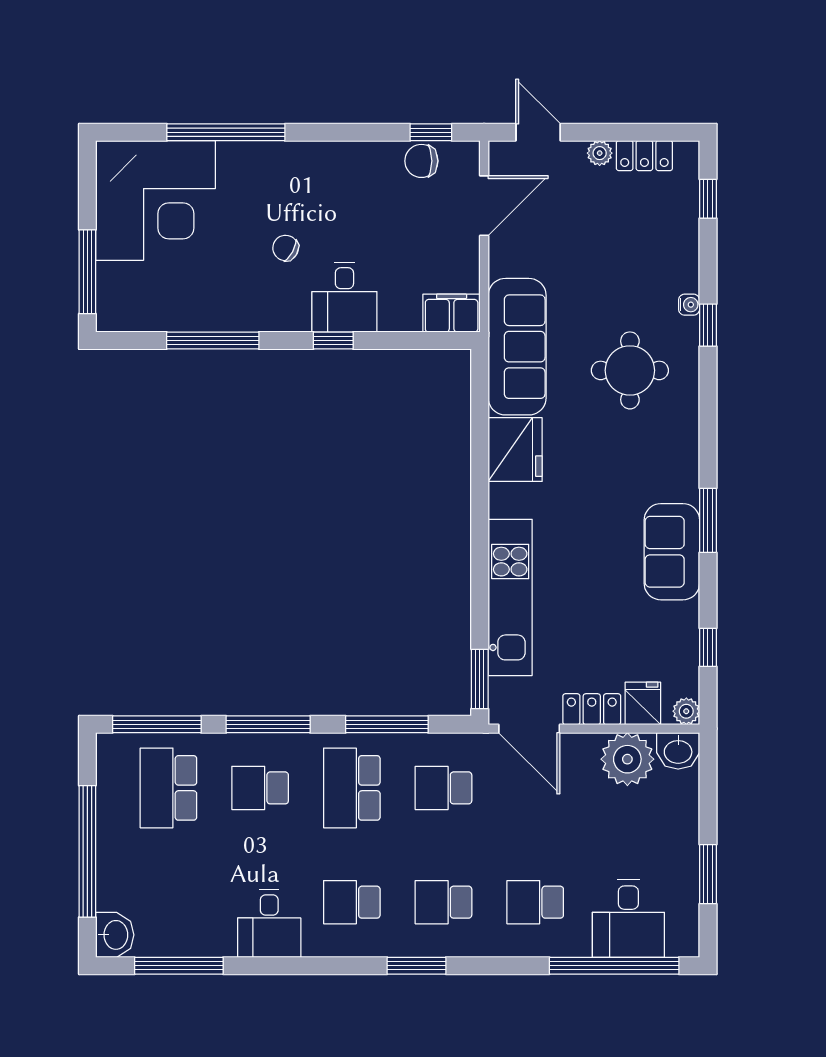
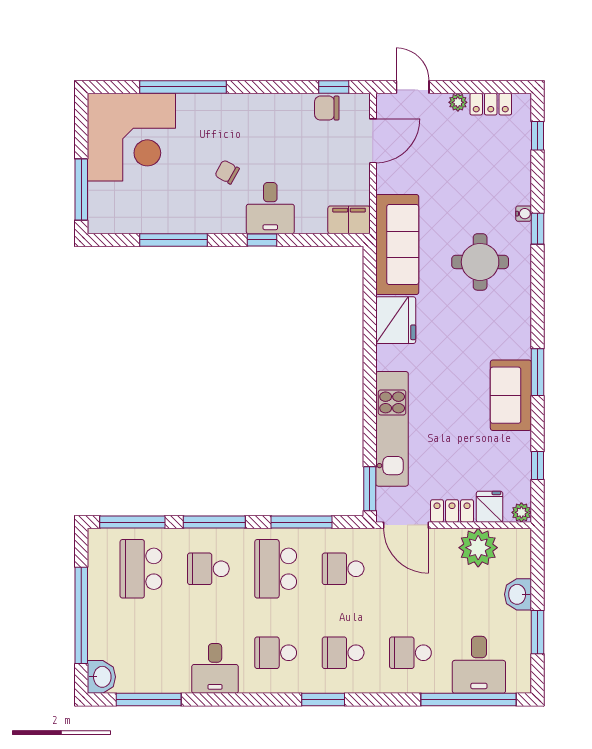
washbasin: (678, 751) -> (518, 594), moved, turned 90

